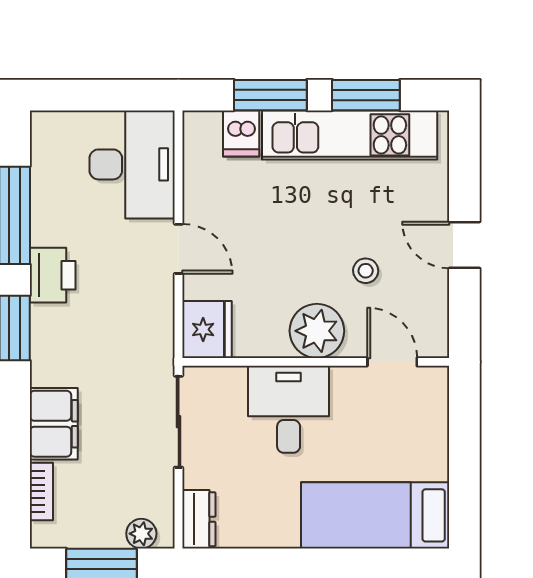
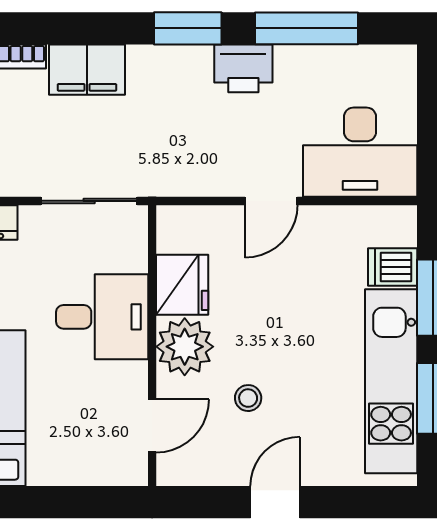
fridge: (207, 329) -> (182, 285), moved, turned -90

